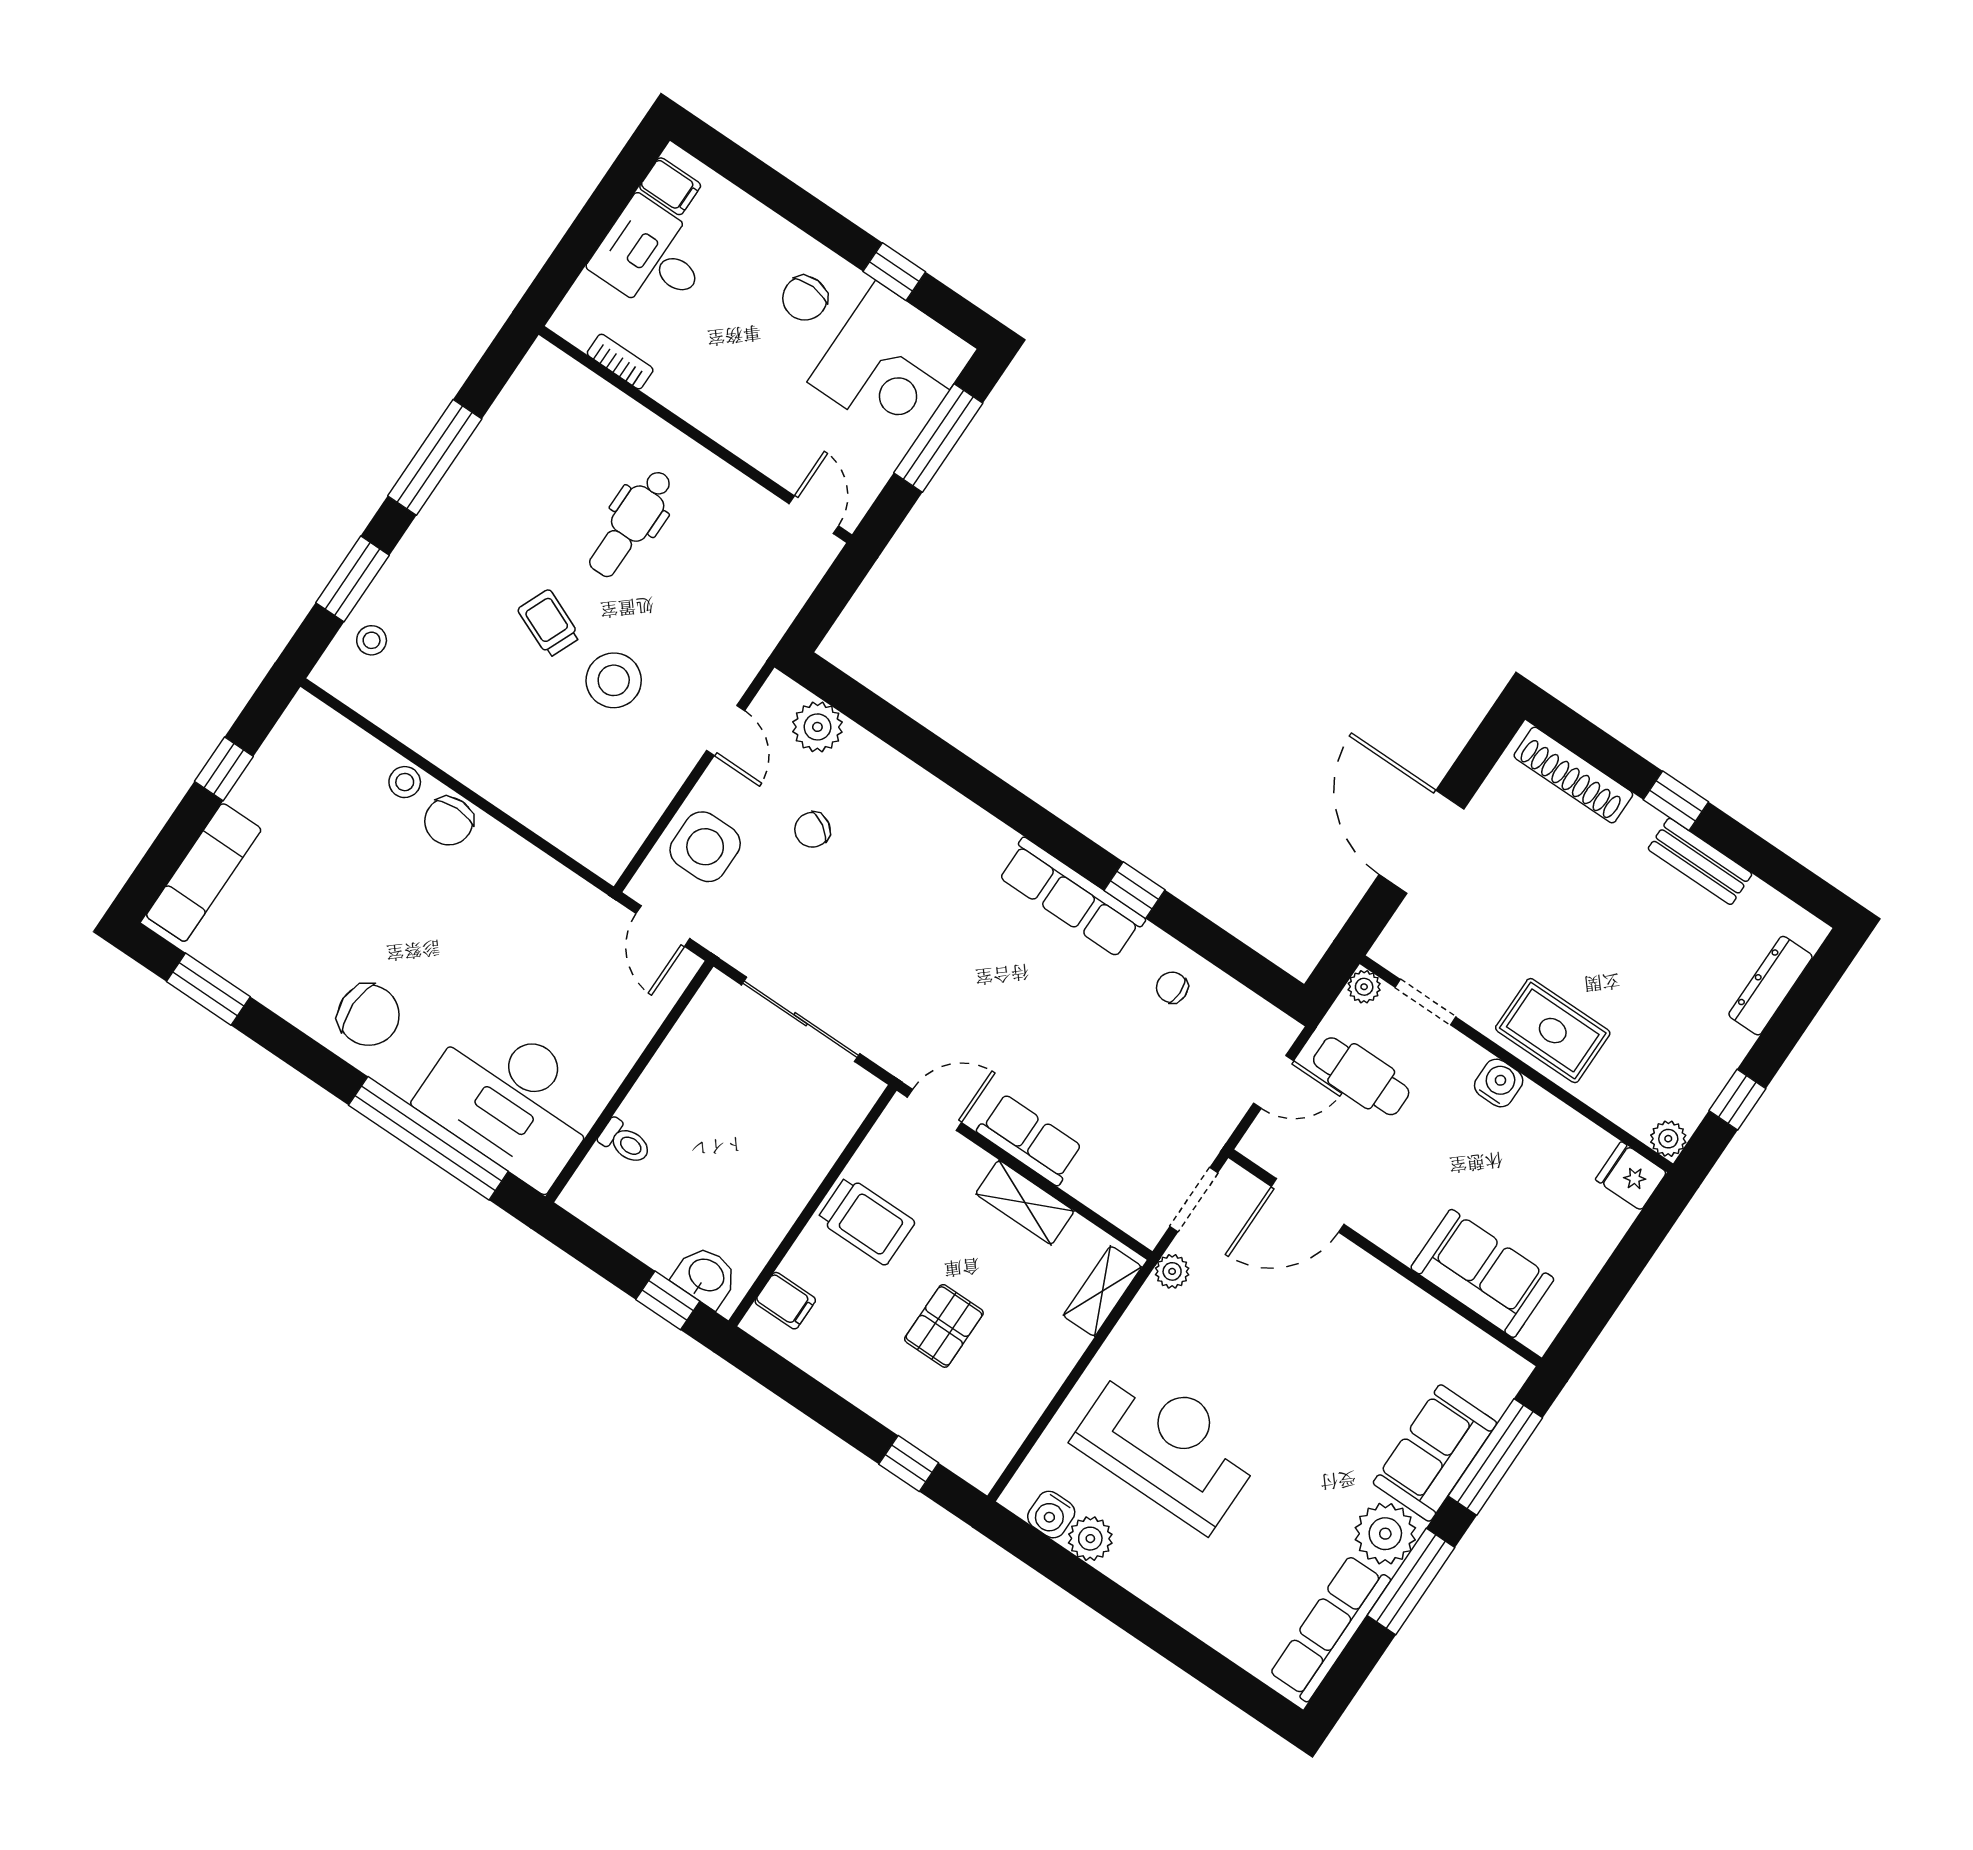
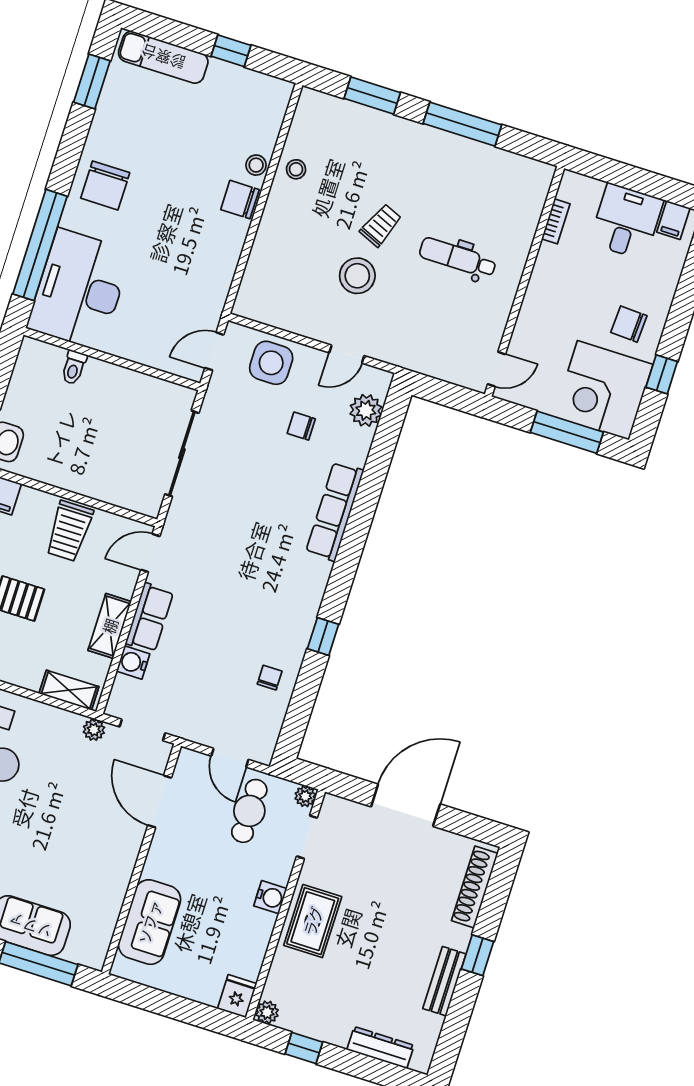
stool: (372, 640) -> (296, 169), moved
chair: (812, 830) -> (301, 426), turned -32
row of seats: (1071, 897) -> (335, 511), moved
door: (934, 1110) -> (150, 553), swing flipped
water cooler: (1090, 1184) -> (133, 662), added

